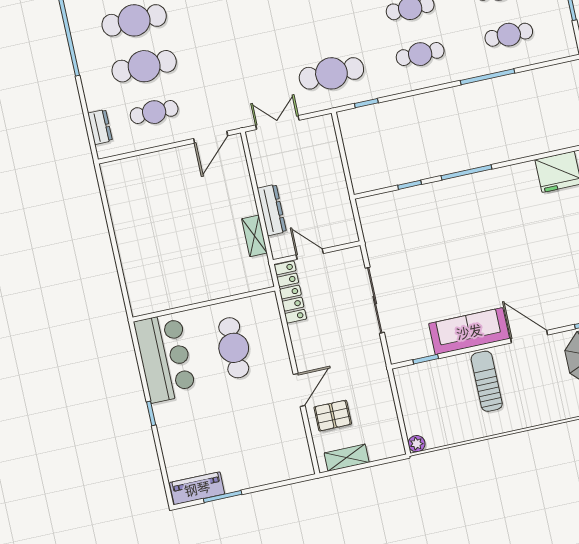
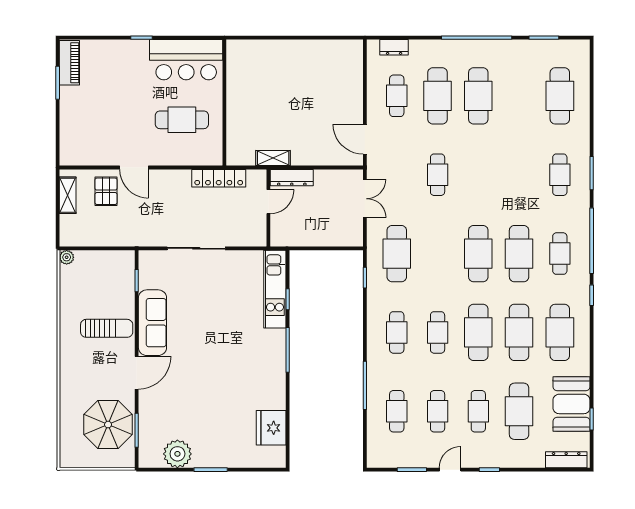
cafe table: (233, 47) -> (438, 175), added
kitchen unit: (401, 202) -> (275, 289), added
wall: (317, 253) -> (268, 208), moved
door: (310, 254) -> (268, 202), moved

